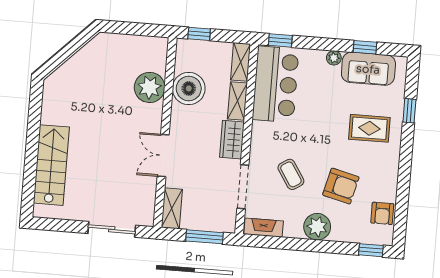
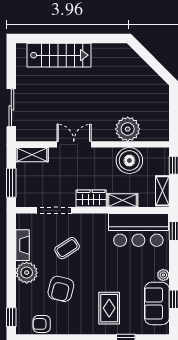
shelving: (241, 62) -> (162, 191), moved, turned 90
fireplace: (264, 228) -> (23, 245), moved

